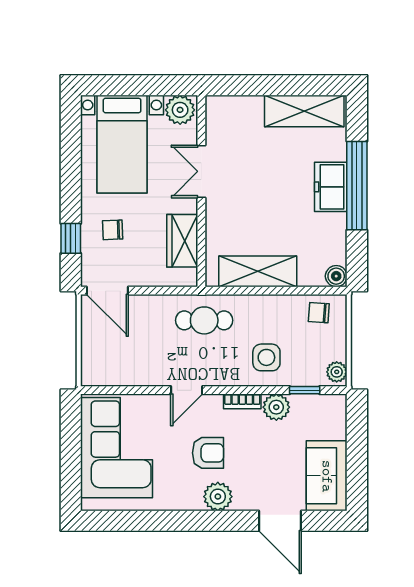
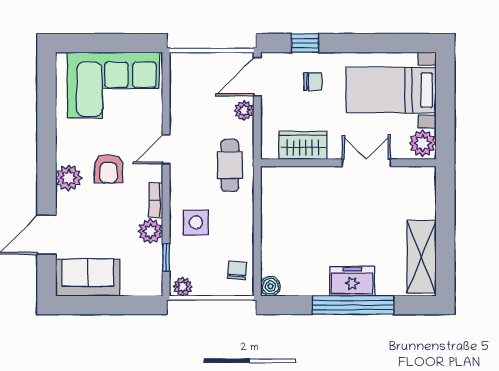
chair: (113, 230) -> (313, 81), turned 92
shelving: (258, 271) -> (275, 214), removed
plant: (144, 305) -> (244, 110), added
door: (187, 390) -> (166, 149), hinge flipped

